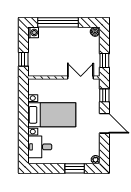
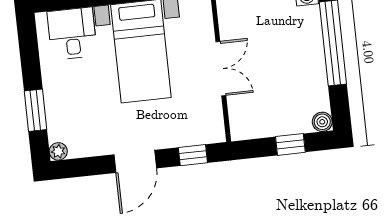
window: (104, 61) -> (290, 144), moved
double door: (81, 77) -> (221, 69), moved

